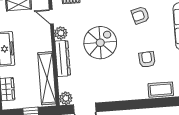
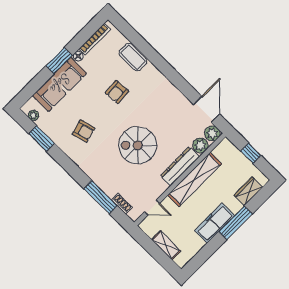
door: (51, 17) -> (152, 208), hinge flipped
plant: (61, 33) -> (200, 145), moved
shelving: (47, 78) -> (195, 179), moved

